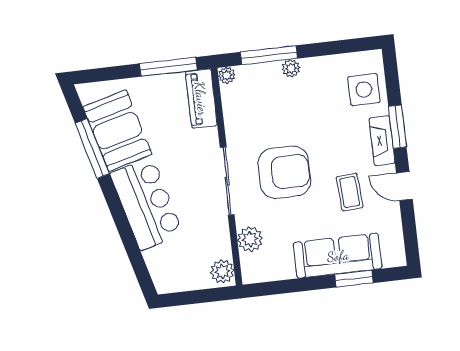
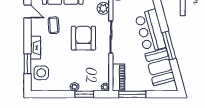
window: (269, 55) -> (84, 94), width x0.69
window: (397, 127) -> (27, 64), moved
window: (92, 149) -> (169, 45), moved
armchair: (284, 172) -> (83, 38), turned 90
door: (404, 186) -> (27, 11), moved

